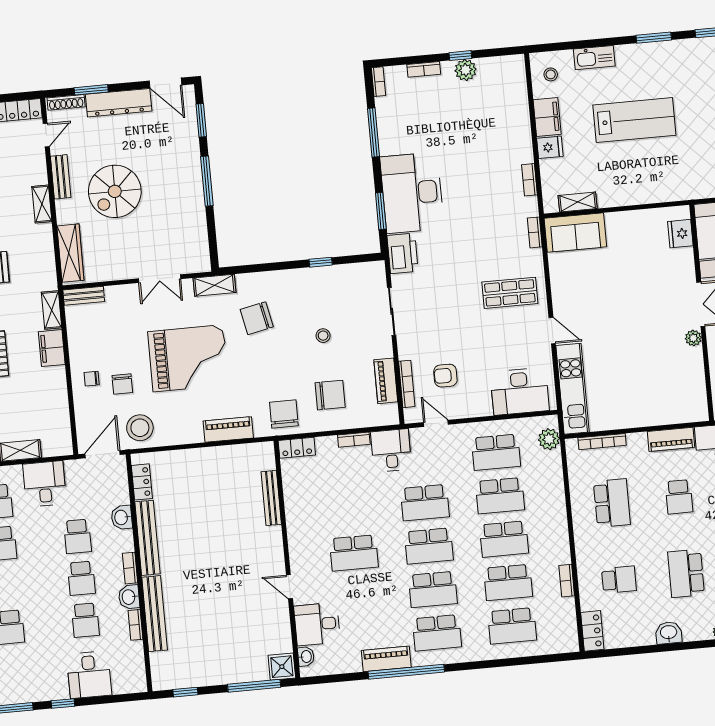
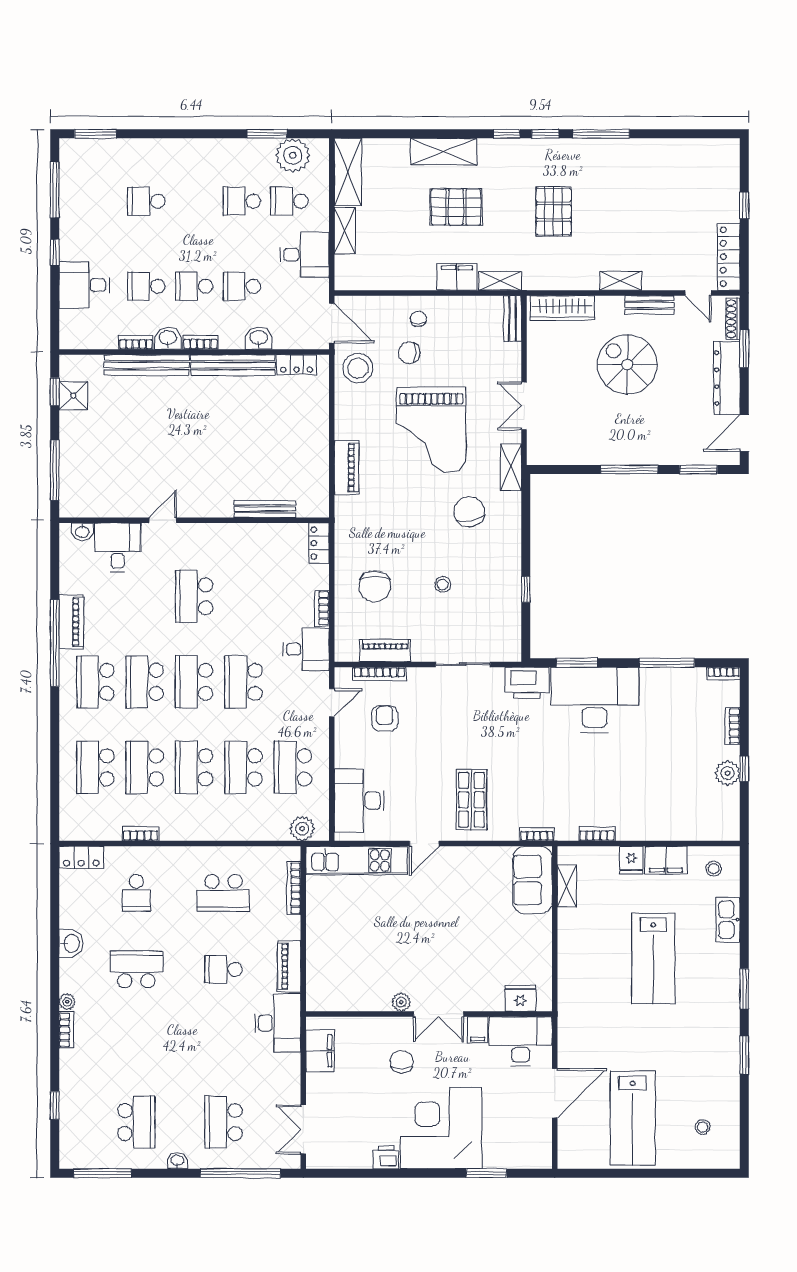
chair: (284, 414) -> (358, 532), removed
shower: (282, 667) -> (73, 396), moved

